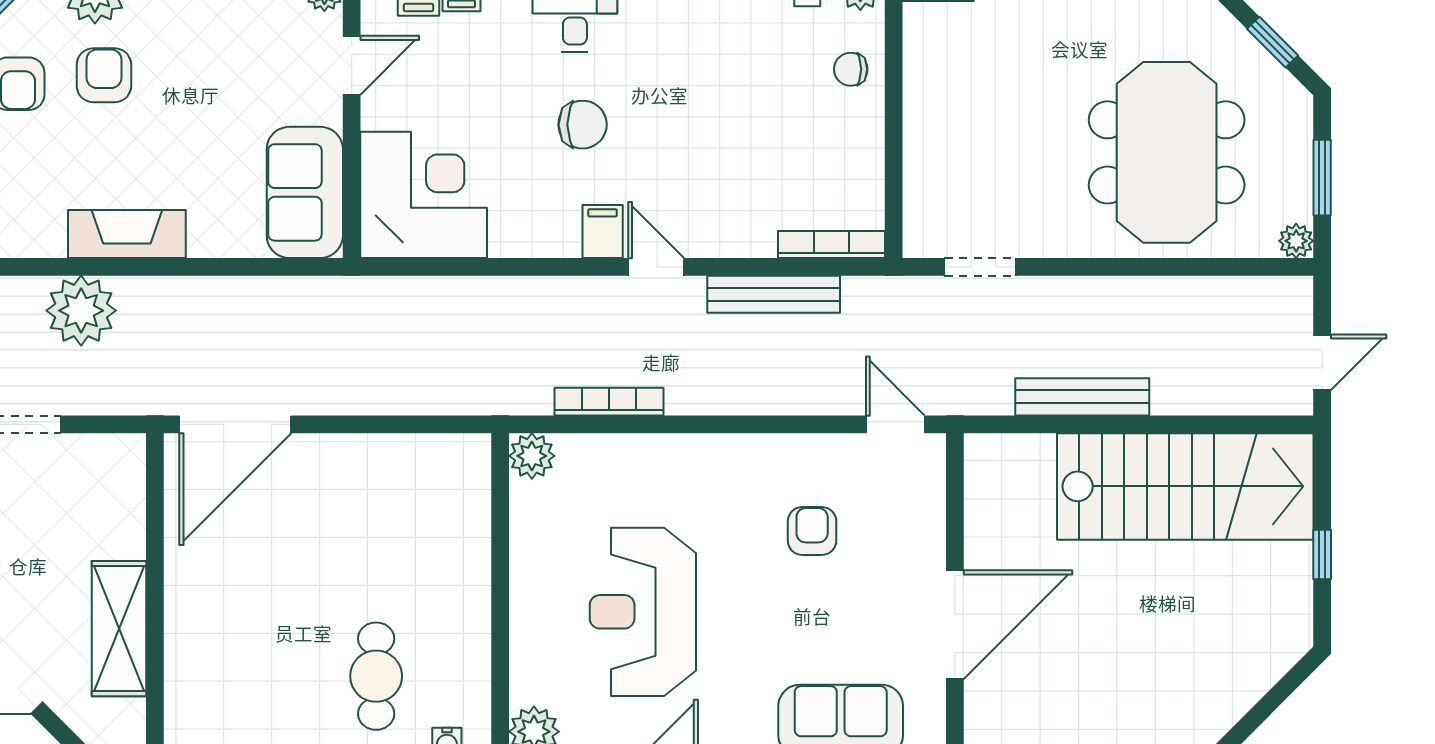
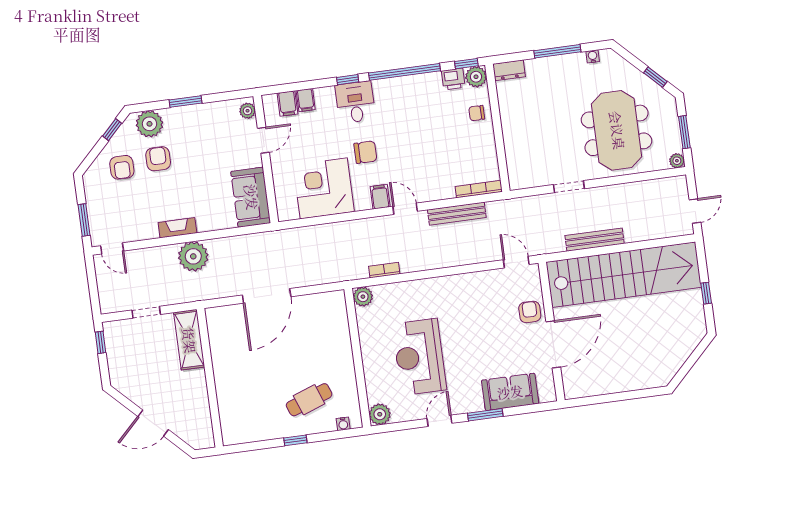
corner desk: (424, 195) -> (324, 188), moved, turned -90
fireplace: (127, 234) -> (177, 228), width x0.73, depth x0.76
doorway: (980, 267) -> (569, 187), moved
plant: (81, 311) -> (193, 256), moved
bookcase: (609, 402) -> (384, 270), width x0.64
door: (235, 424) -> (267, 296), moved
stairs: (1185, 486) -> (624, 275), width x1.36
armchair: (812, 531) -> (530, 312), moved
shelving: (119, 629) -> (189, 340), moved
cafe table: (376, 676) -> (309, 400), turned 70

